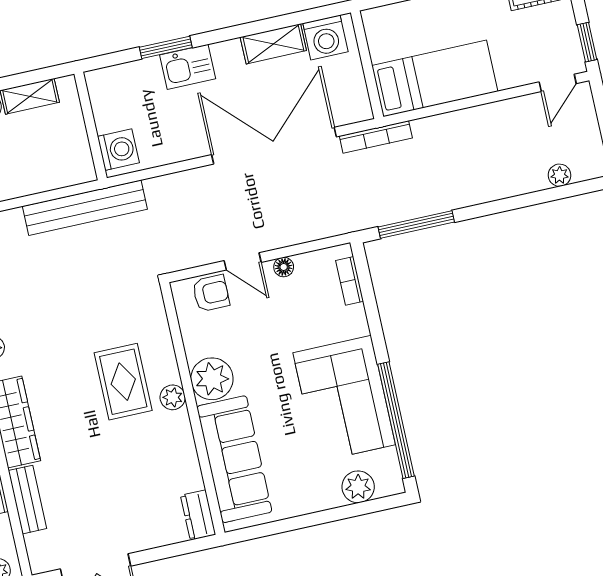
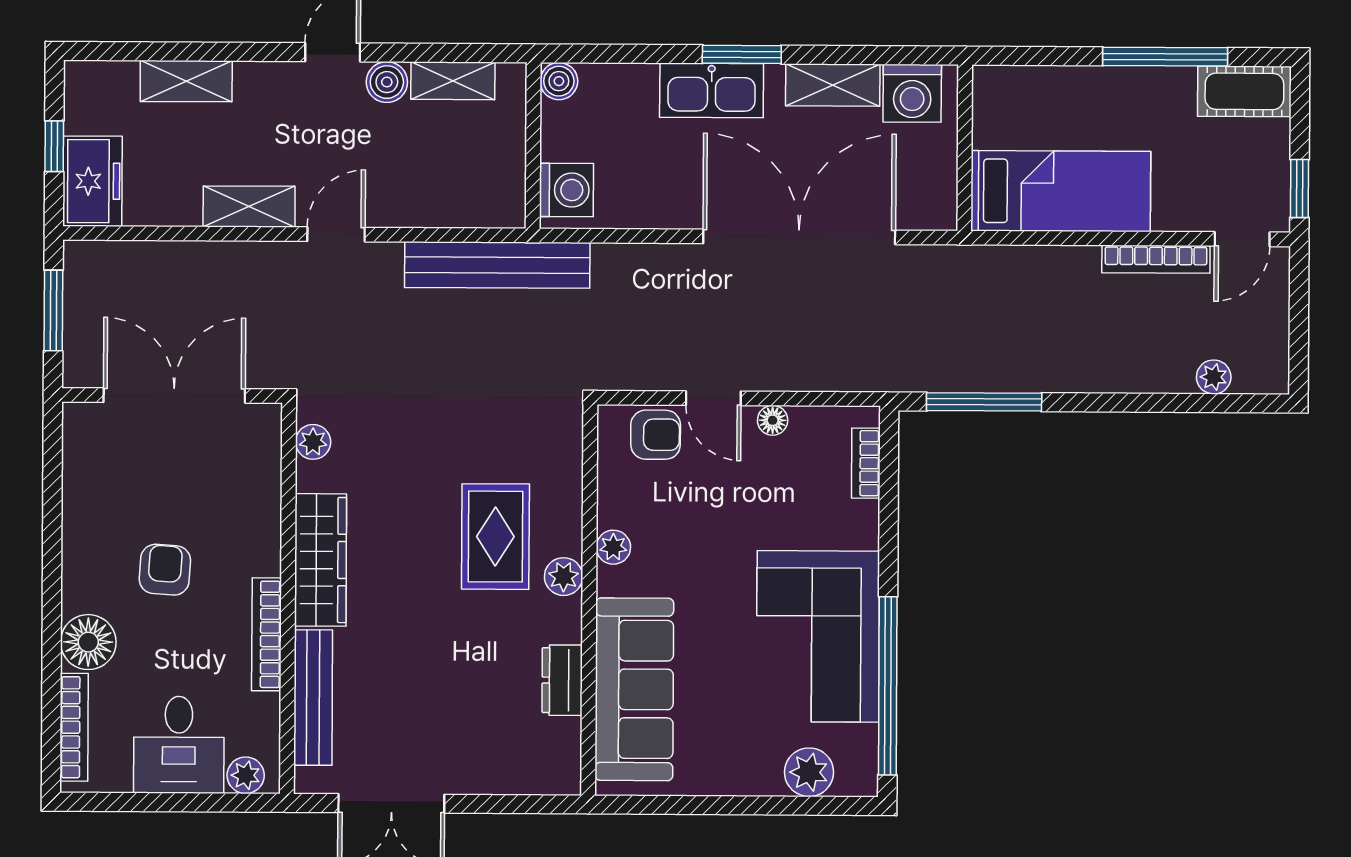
window: (166, 47) -> (742, 54), moved
kitchen sink: (188, 67) -> (712, 90), width x1.38
boiler: (98, 81) -> (559, 81), added
bookcase: (376, 137) -> (1156, 259), moved
plant: (212, 379) -> (613, 547), width x0.53, depth x0.53
bench: (27, 500) -> (313, 698), width x1.36
dresser: (198, 515) -> (562, 680), moved

